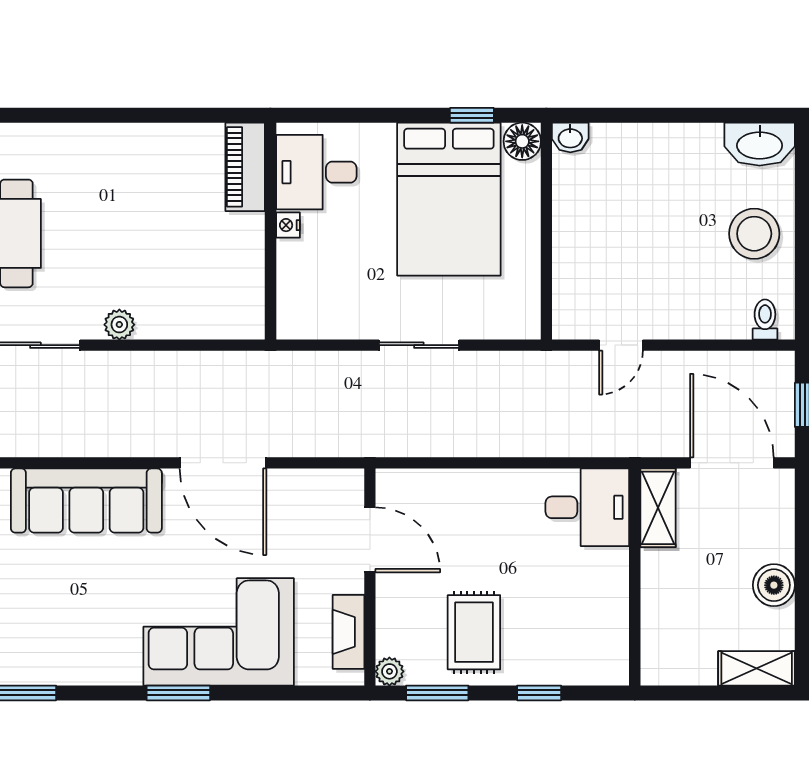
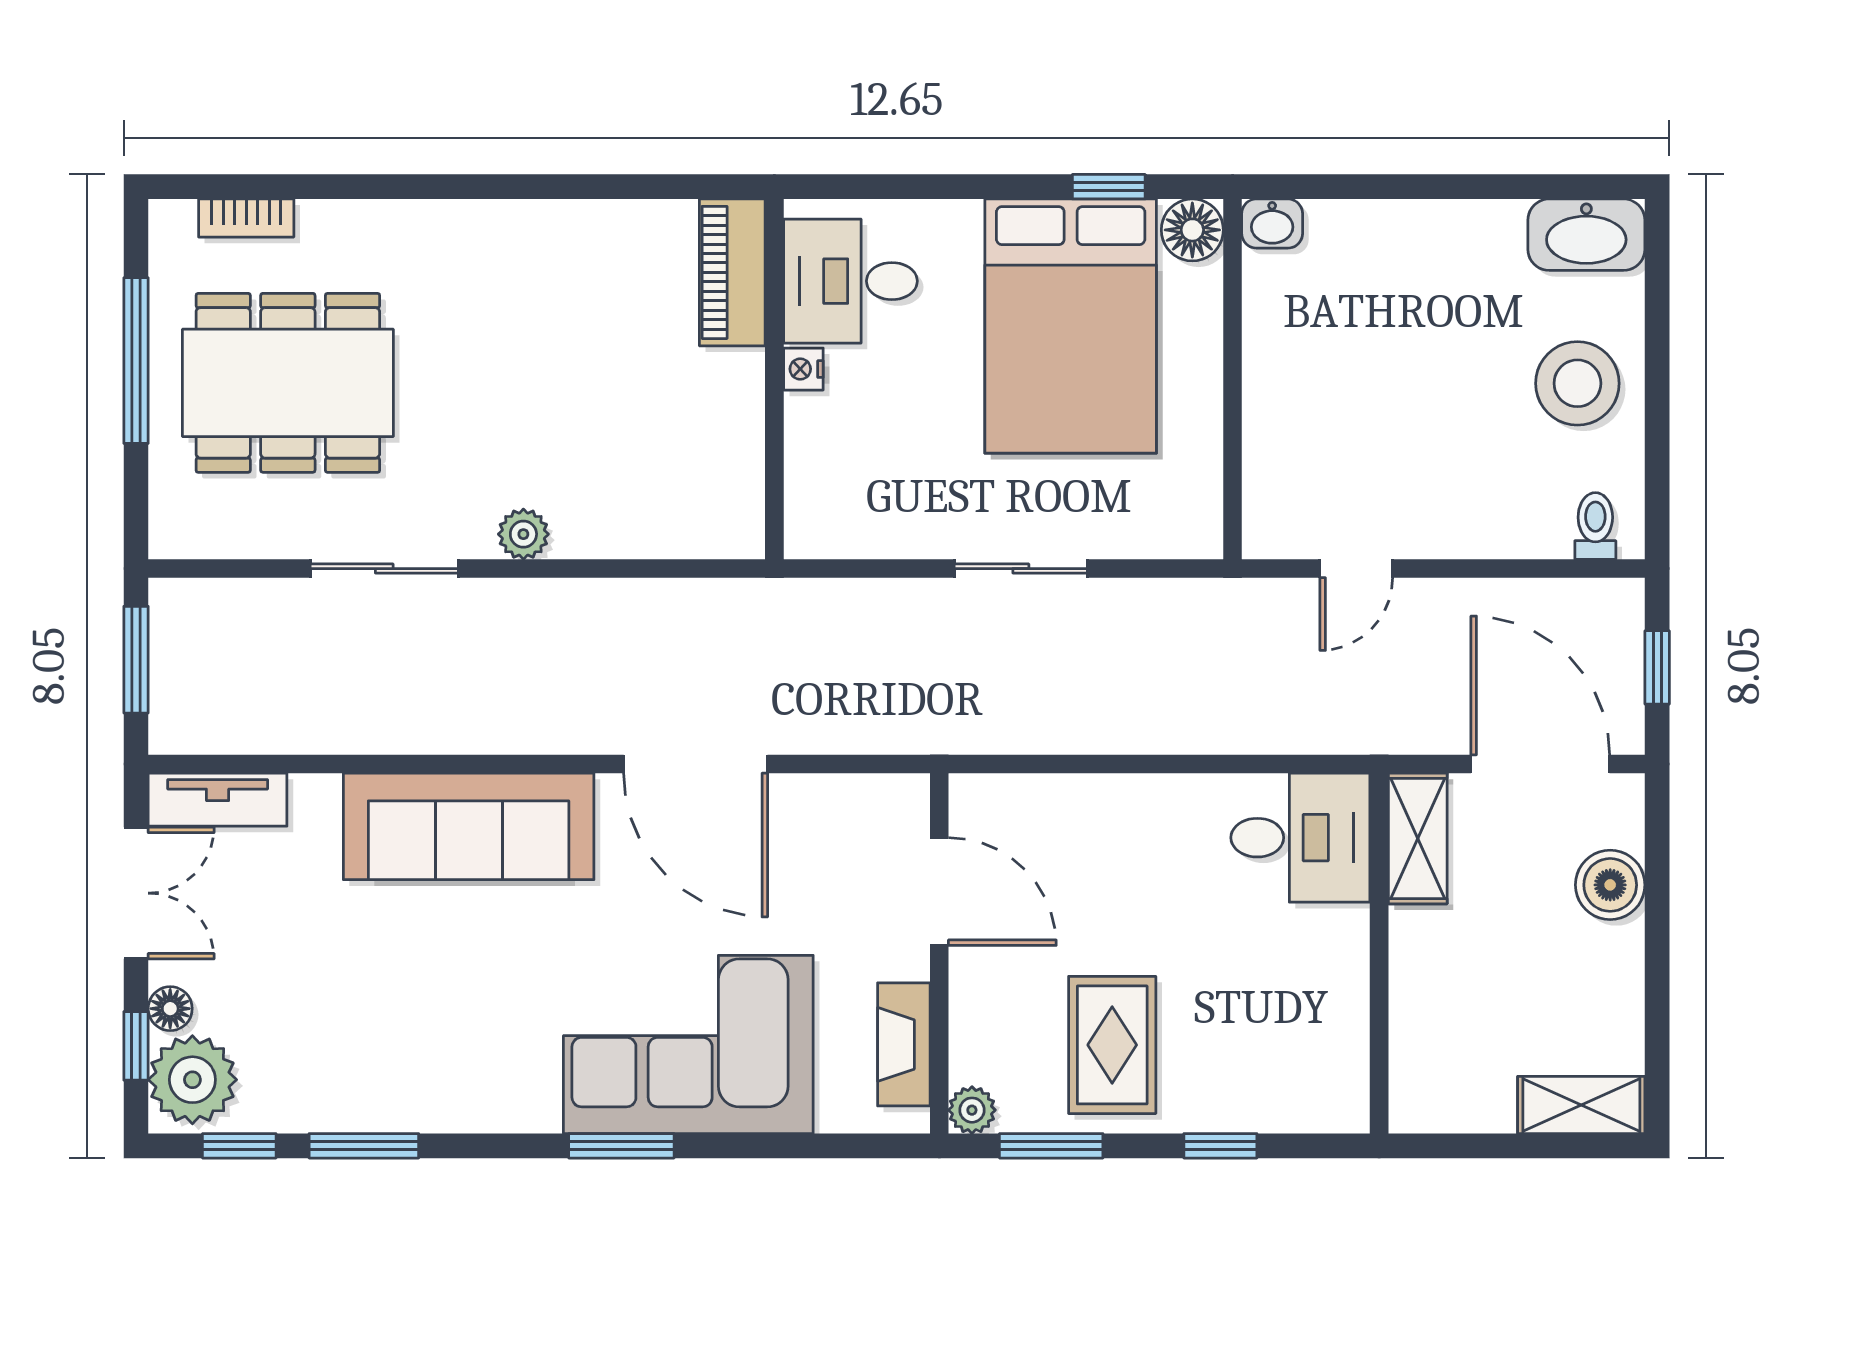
boiler: (774, 585) -> (1610, 885), moved

